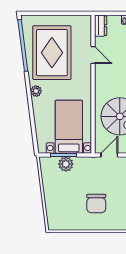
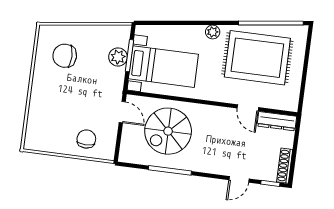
dresser: (101, 26) -> (277, 121), width x1.44
door: (93, 55) -> (248, 108), hinge flipped
chair: (96, 203) -> (65, 56), moved

